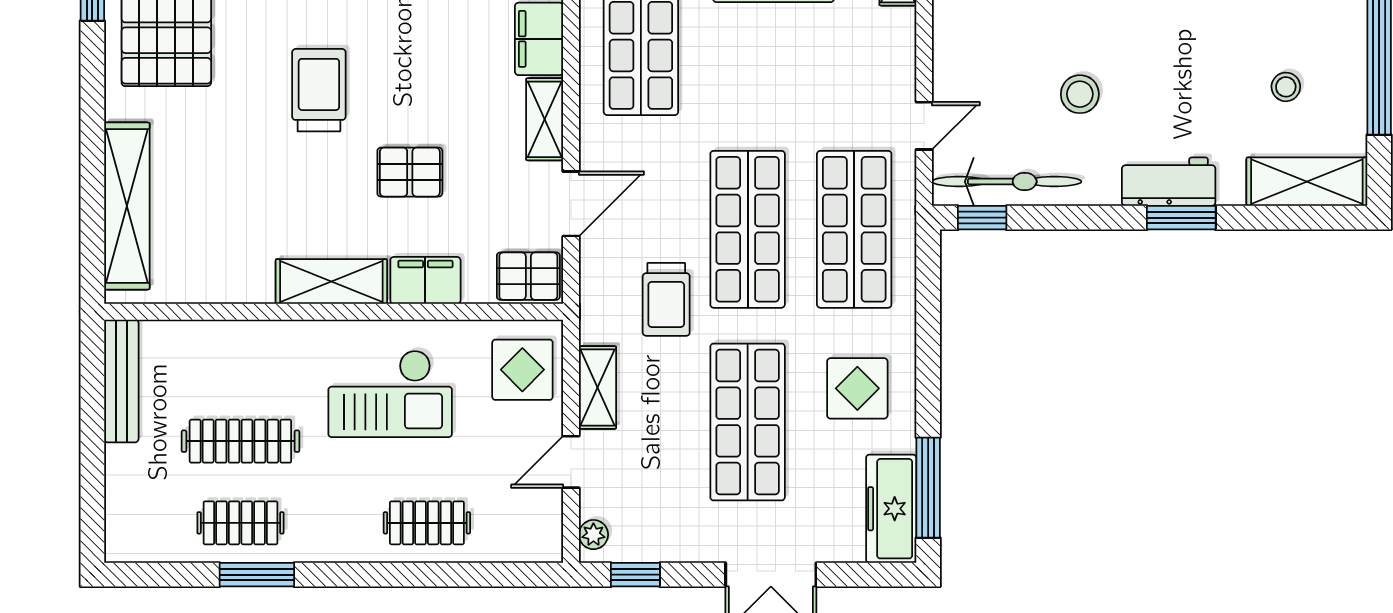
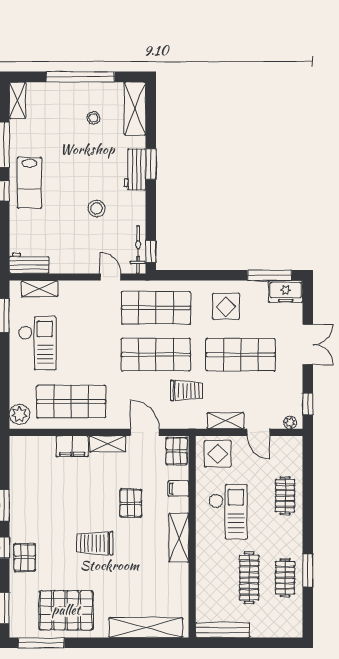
bicycle: (1007, 182) -> (138, 250), width x0.73, depth x0.71
filing cabinet: (425, 280) -> (178, 489), width x0.50
freezer: (891, 509) -> (286, 292), width x0.71

